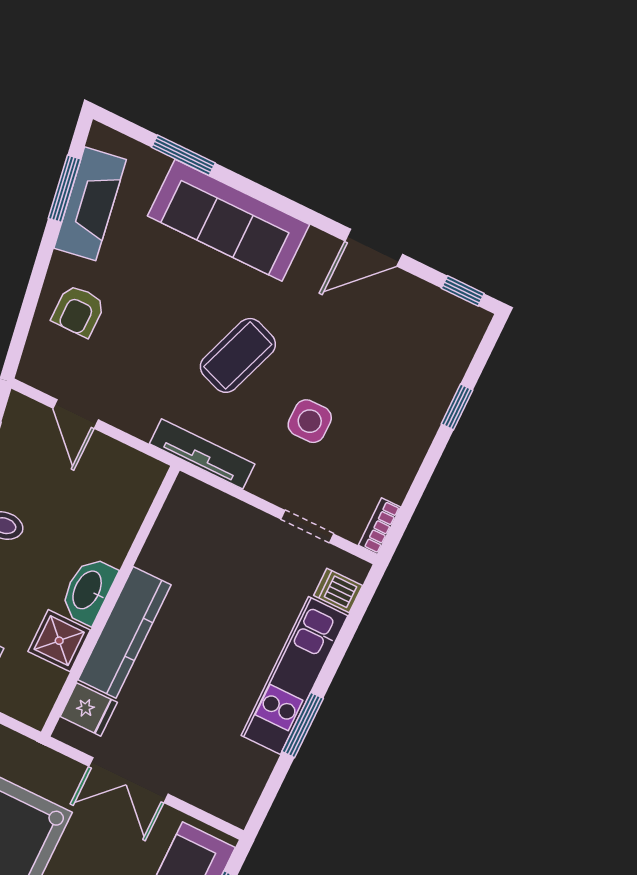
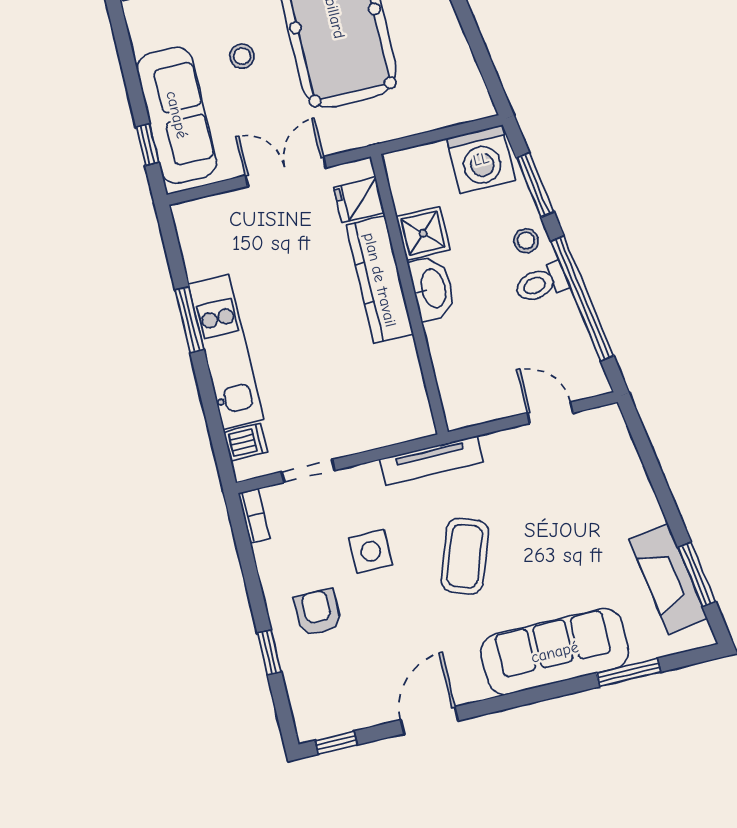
armchair: (78, 311) -> (318, 612), moved

